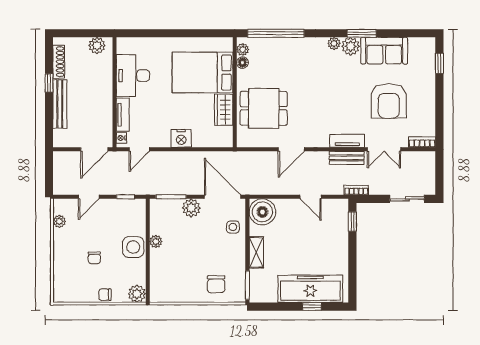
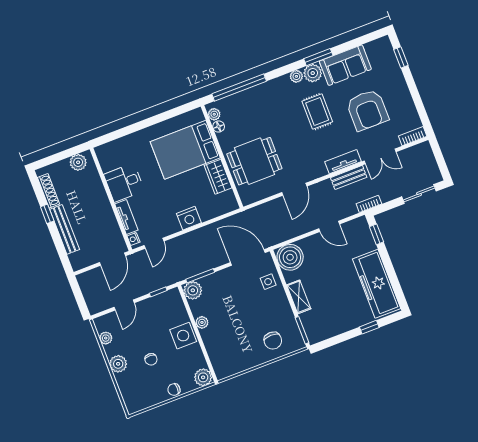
desk: (133, 76) -> (124, 183), width x0.73
rug: (341, 84) -> (317, 111), added
plant: (191, 208) -> (193, 290), moved
plant: (62, 250) -> (118, 364), added
freezer: (310, 289) -> (377, 284), moved, turned -90

